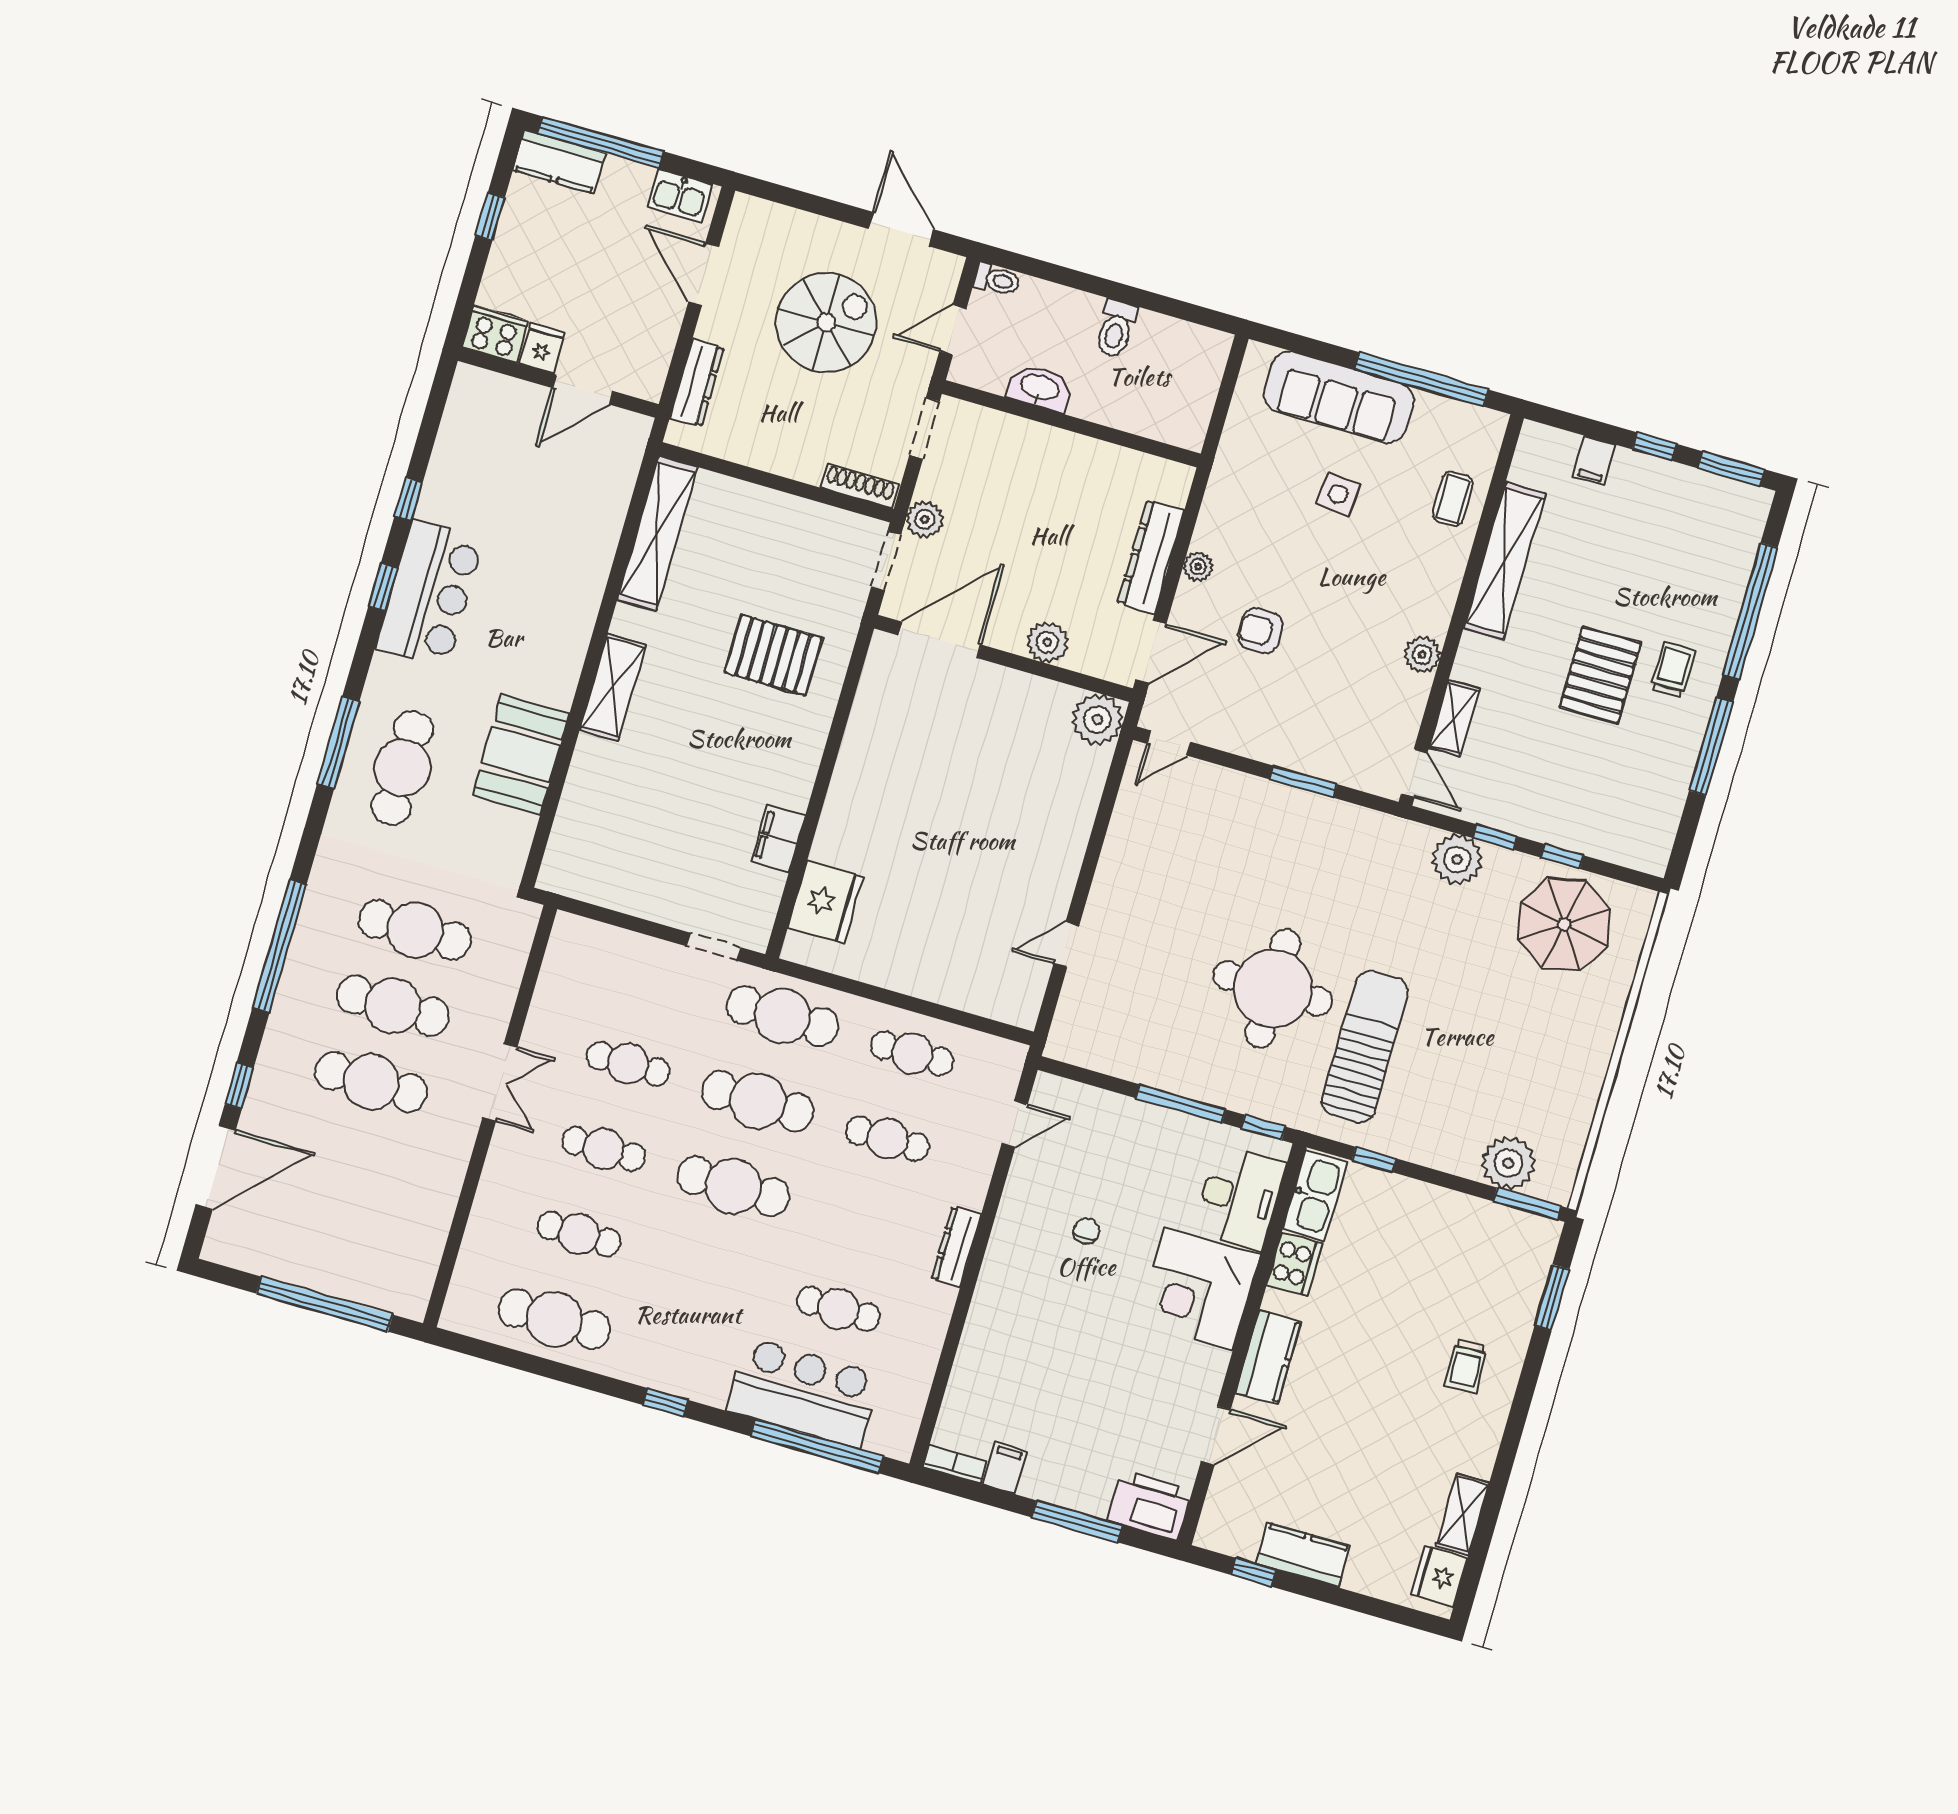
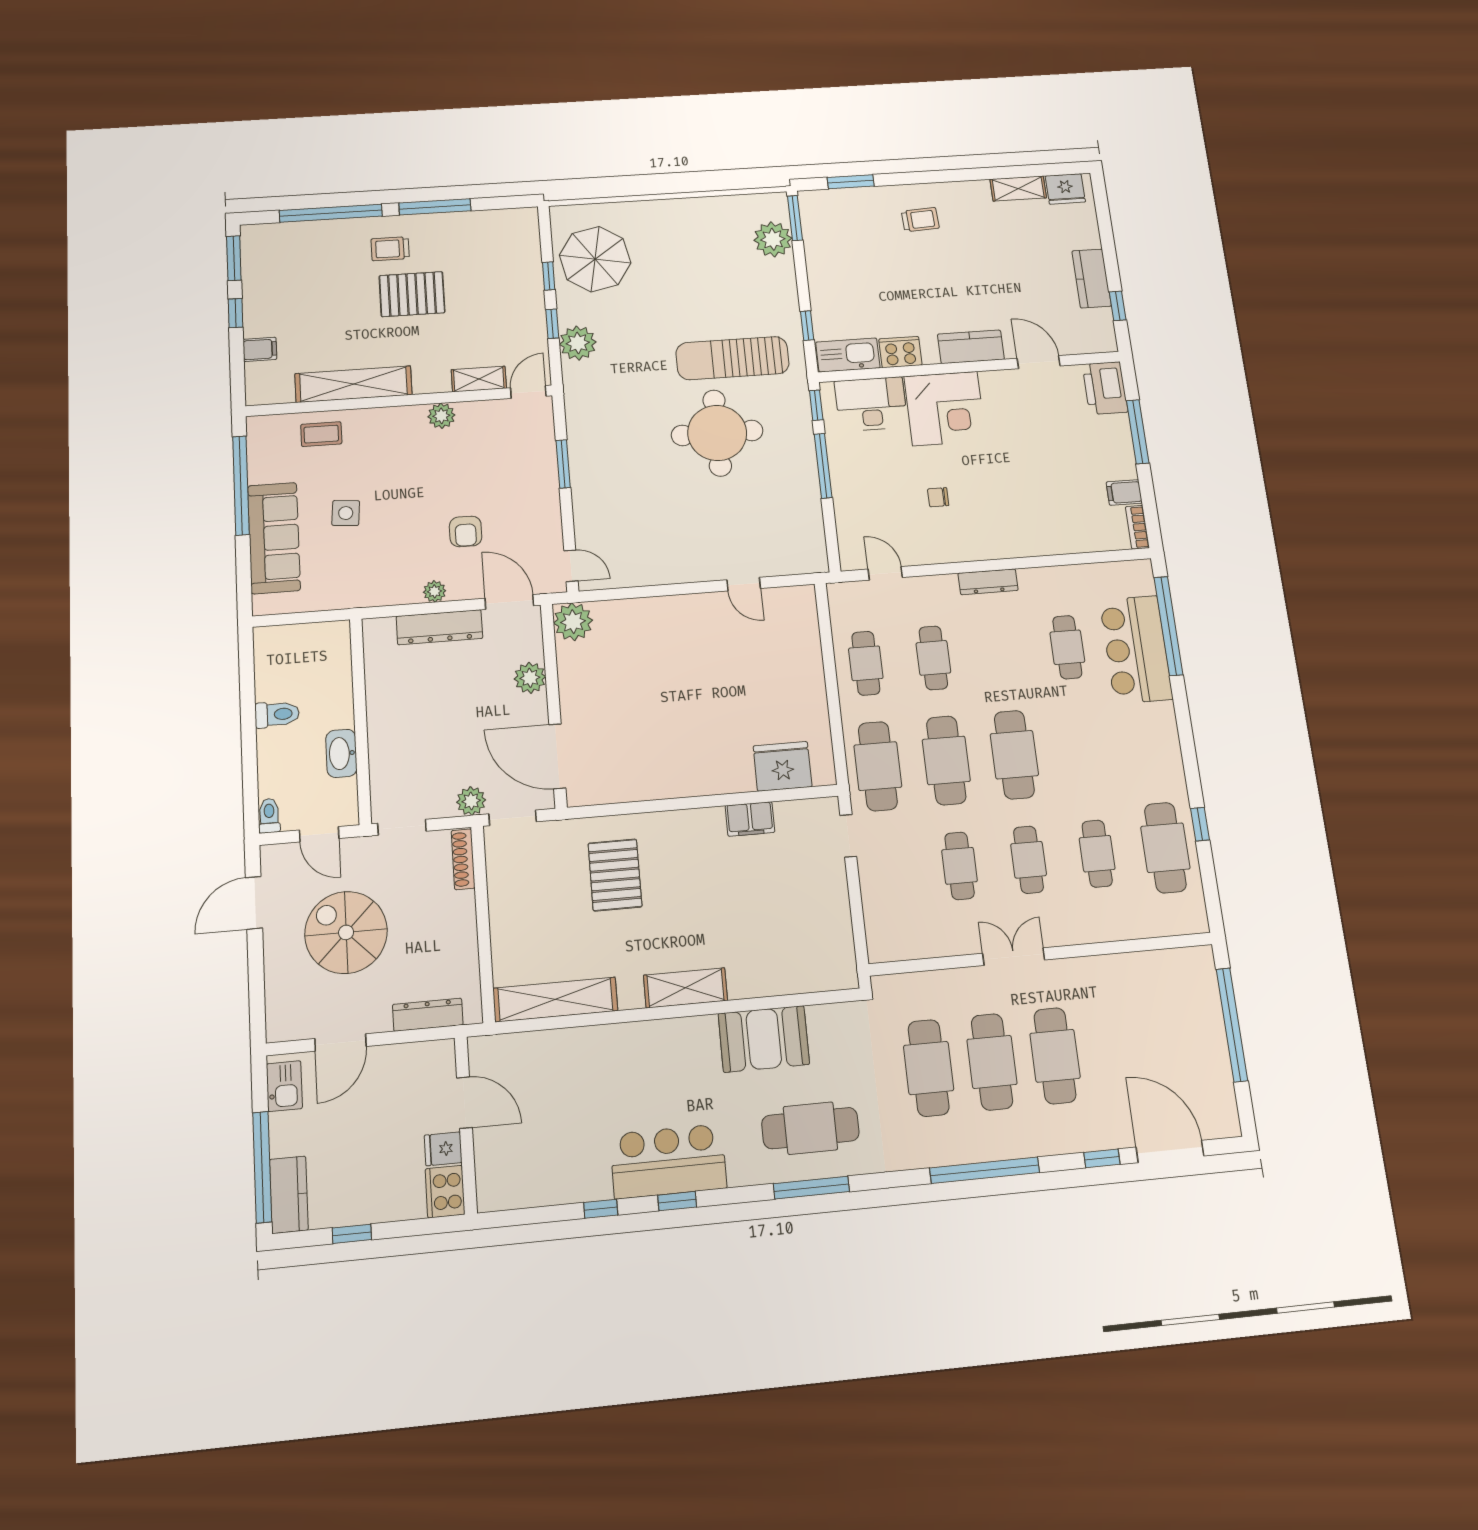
window: (666, 1403) -> (1200, 824), moved

